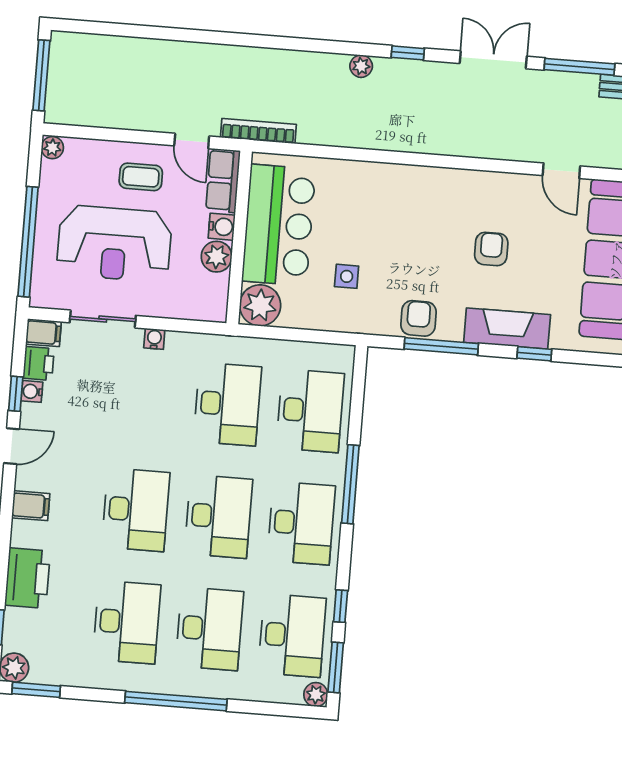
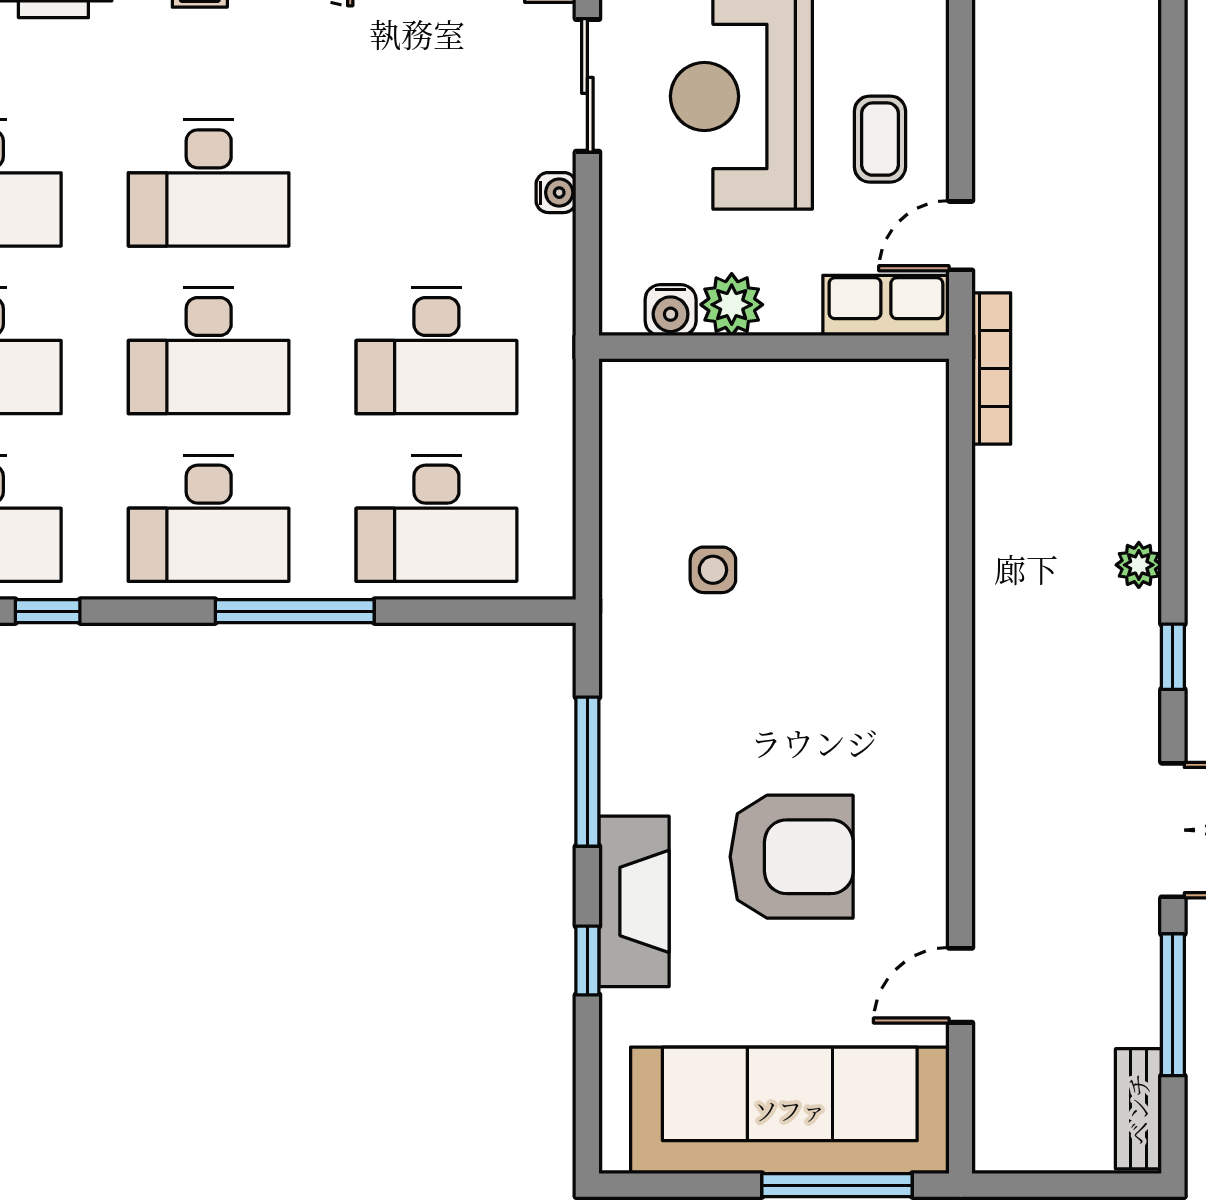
bar counter: (279, 225) -> (805, 424), removed
water cooler: (222, 227) -> (671, 310), moved
armchair: (491, 249) -> (792, 857), width x1.88, depth x1.88
plant: (260, 305) -> (641, 400), removed
armchair: (418, 318) -> (640, 721), removed

